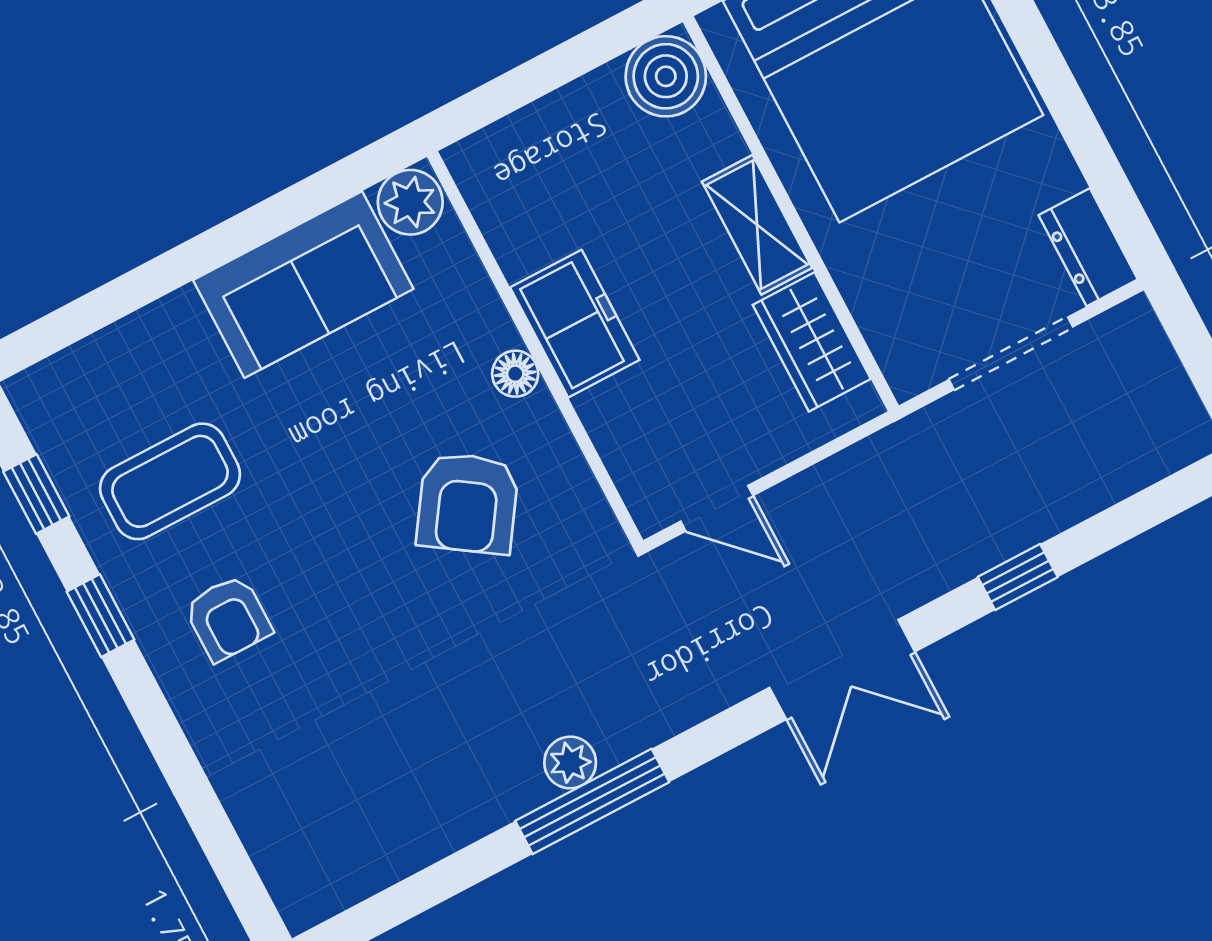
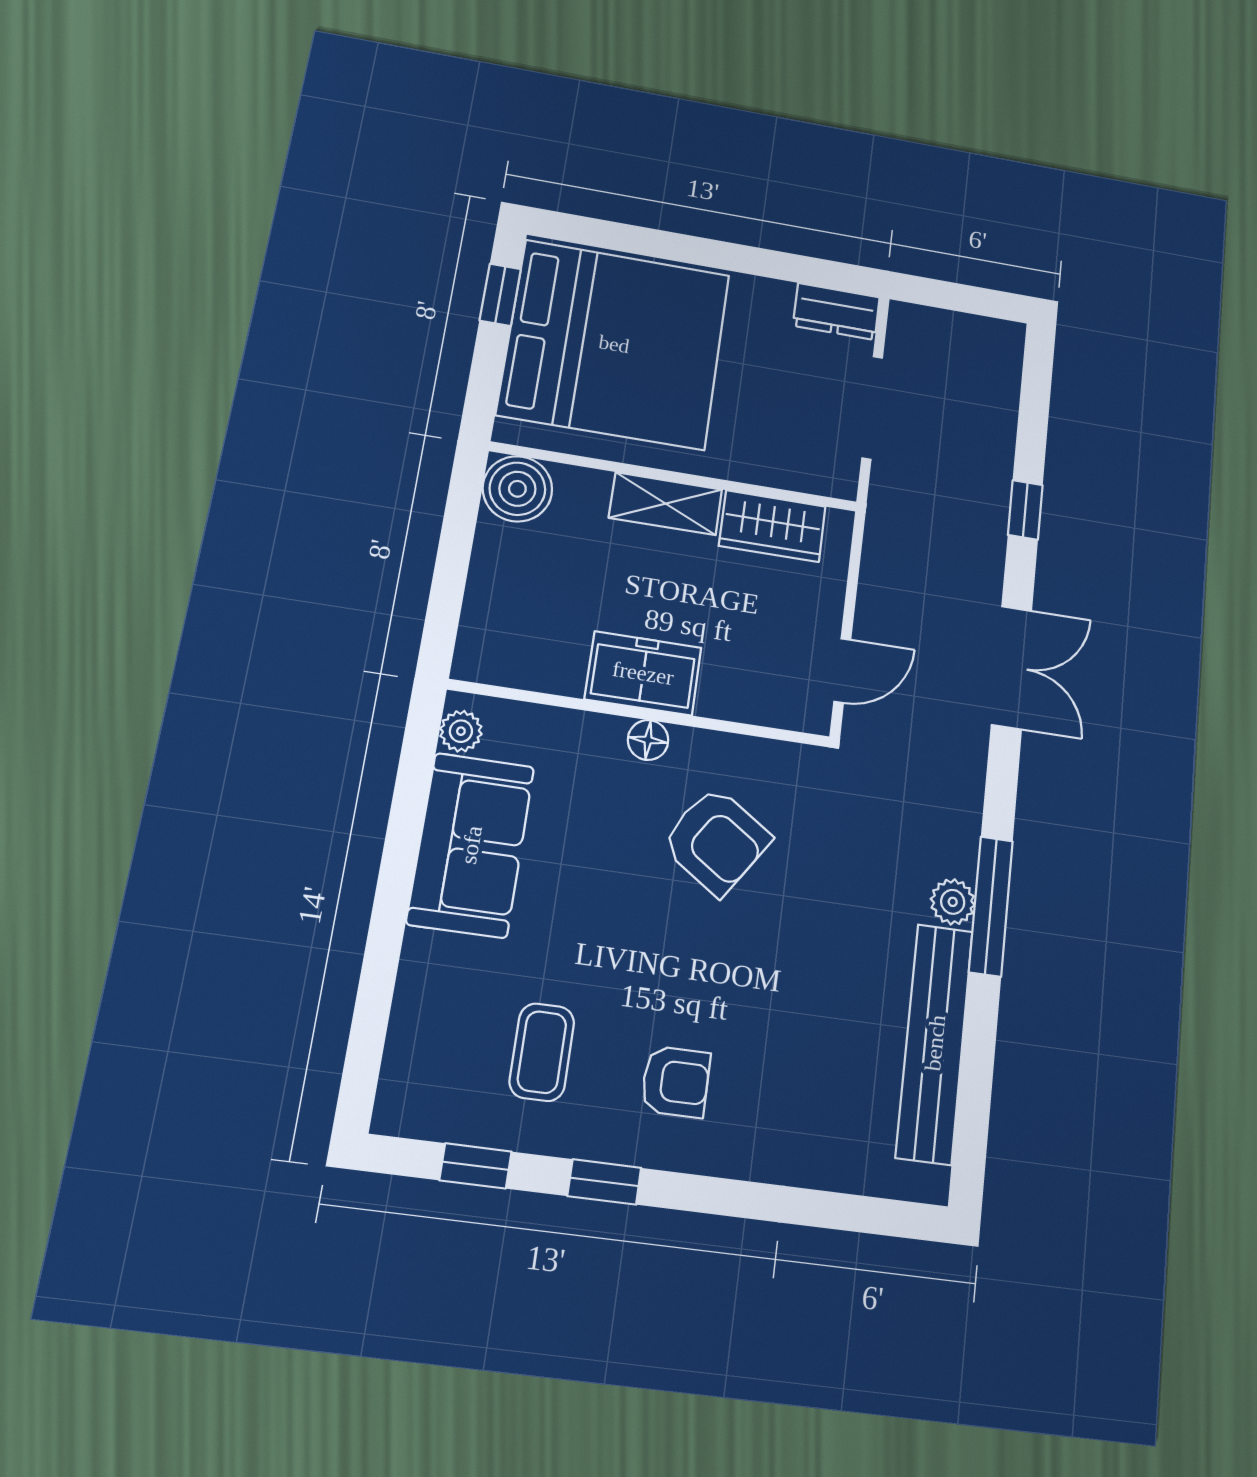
plant: (410, 202) -> (461, 731), width x0.73, depth x0.73
coffee table: (170, 481) -> (542, 1052), width x0.73, depth x0.77
bench: (428, 831) -> (935, 1043), added

